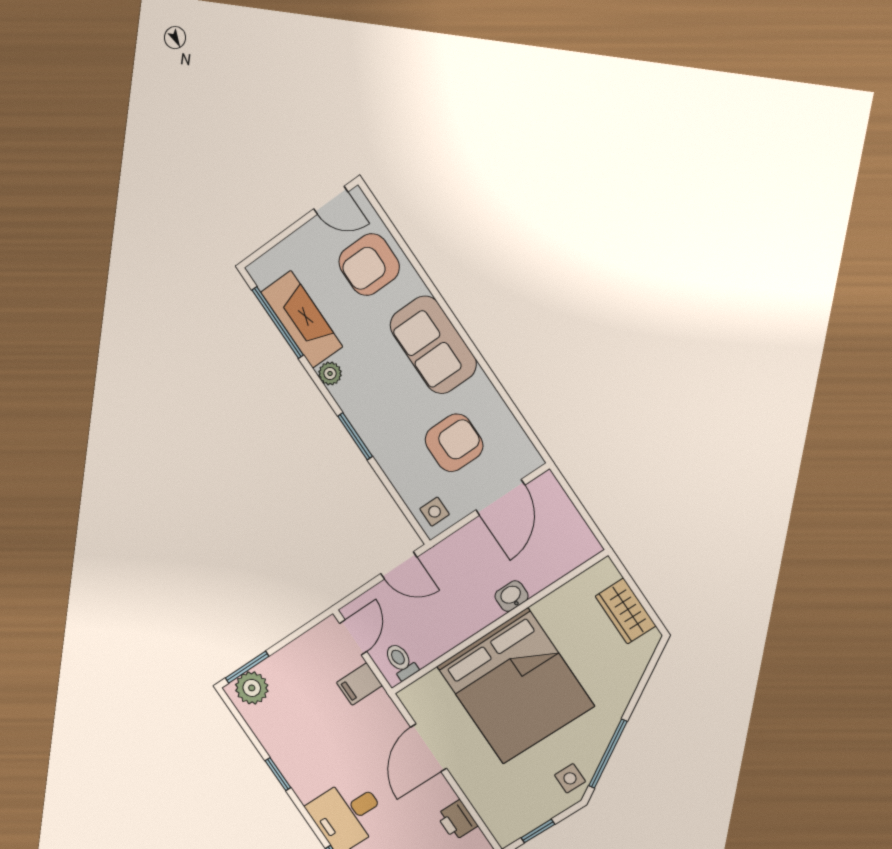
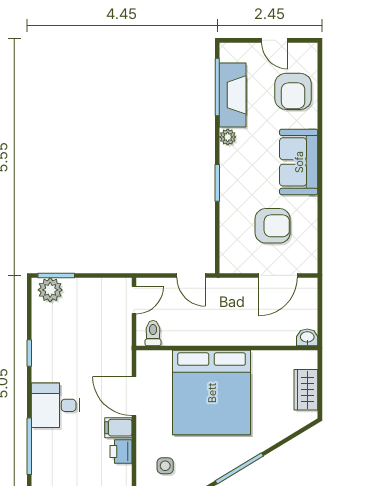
door: (331, 200) -> (275, 40), moved
armchair: (369, 265) -> (293, 91), turned -90
side table: (435, 512) -> (234, 258), removed
washbasin: (512, 596) -> (307, 337), moved
filing cabinet: (359, 684) -> (118, 428), moved
door: (429, 748) -> (134, 396), hinge flipped
side table: (570, 778) -> (165, 466), moved

